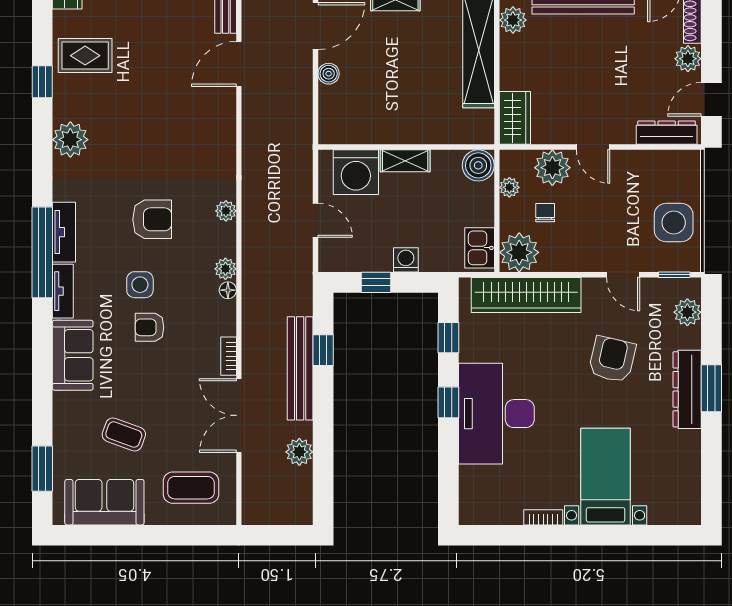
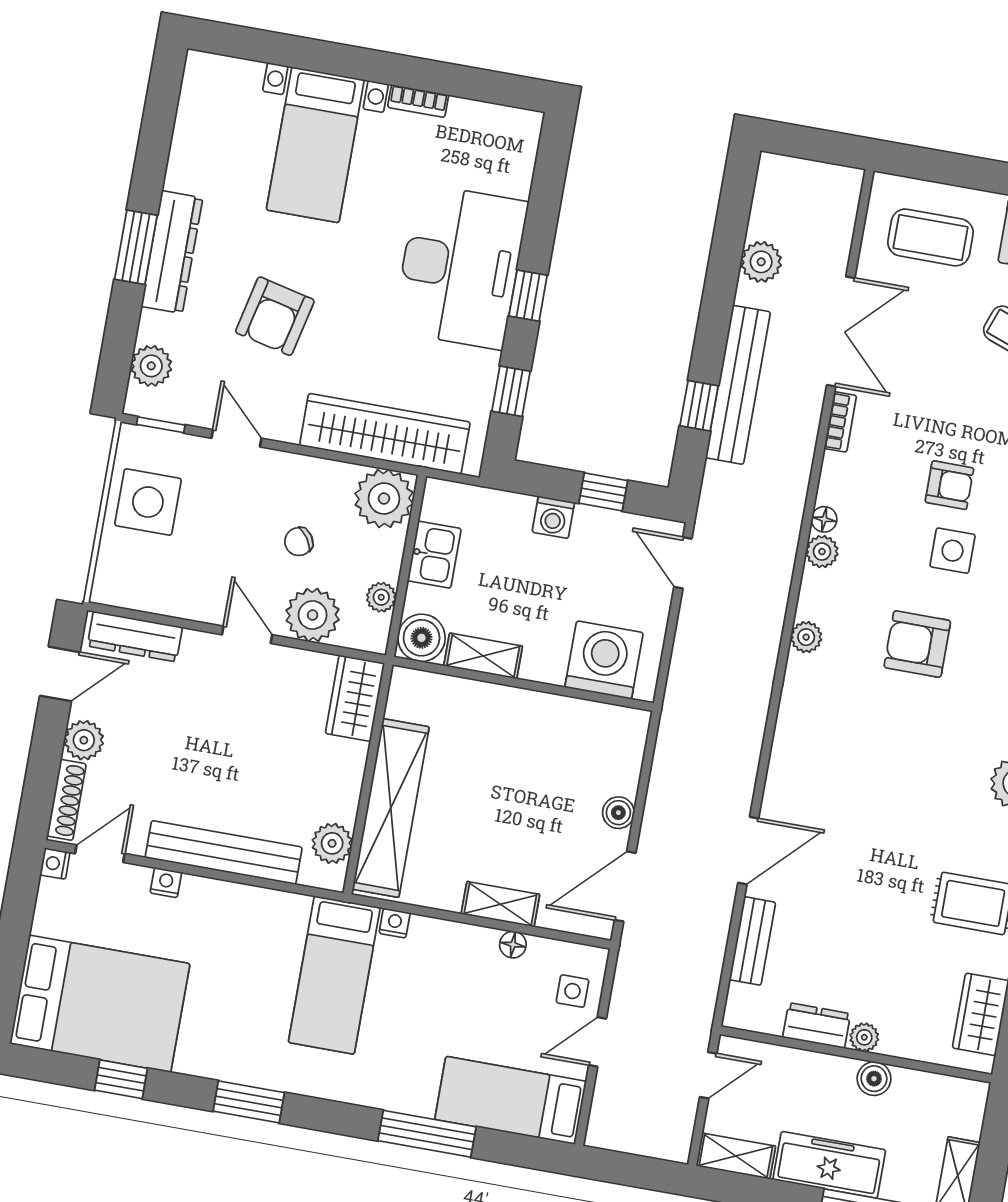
shelving: (405, 161) -> (483, 656), moved
chair: (545, 213) -> (299, 542), moved, turned 56
door: (316, 220) -> (683, 563), moved
kitchen sink: (480, 248) -> (434, 555), moved

